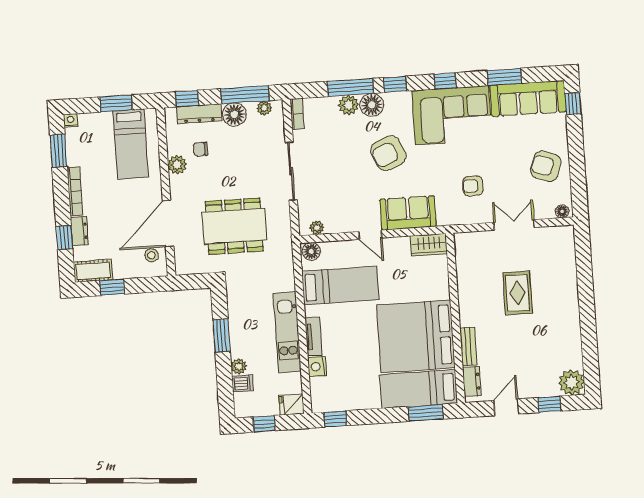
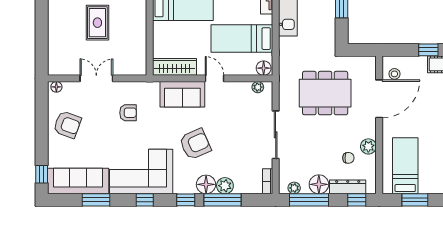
double door: (514, 225) -> (96, 78), swing flipped
wardrobe: (429, 245) -> (174, 67), width x1.50

